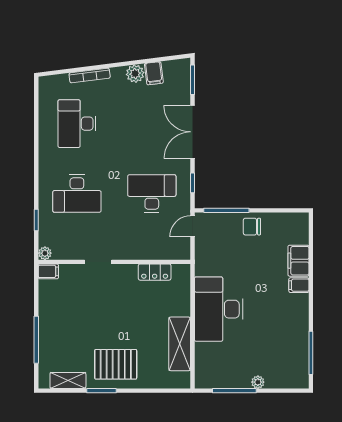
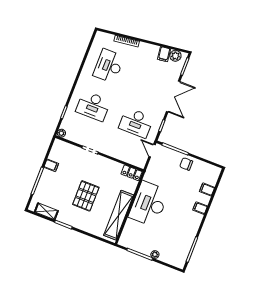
plant: (135, 74) -> (175, 56), moved
double door: (192, 132) -> (173, 96), swing flipped
desk: (152, 193) -> (136, 123), turned 180
door: (192, 226) -> (152, 151), hinge flipped
filing cabinet: (298, 261) -> (207, 189), width x0.50
filing cabinet: (48, 271) -> (51, 165), moved
locker: (155, 272) -> (131, 173), moved
shelving: (180, 344) -> (119, 215), width x1.47
pallet: (116, 364) -> (86, 196), moved, turned 90

